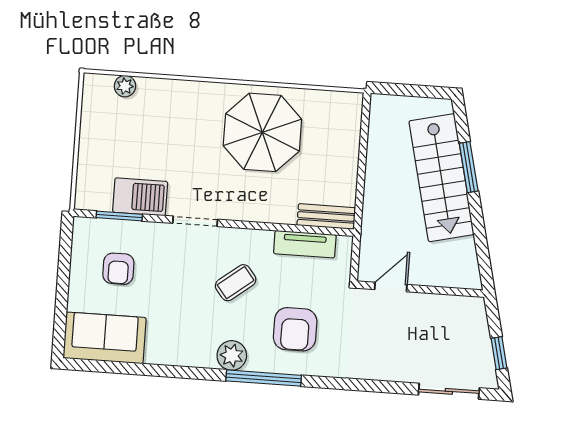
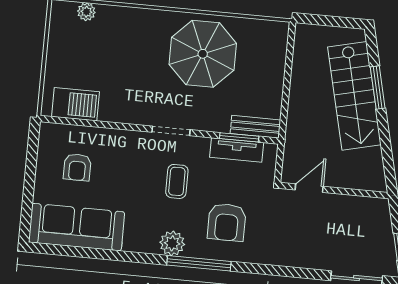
barbecue: (140, 197) -> (76, 104), moved
window: (119, 216) -> (239, 137), moved
doorway: (195, 221) -> (171, 131), moved
coffee table: (236, 283) -> (177, 181), turned -52
sofa: (105, 338) -> (77, 227), width x1.36

